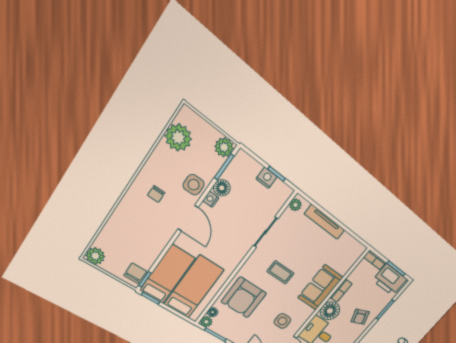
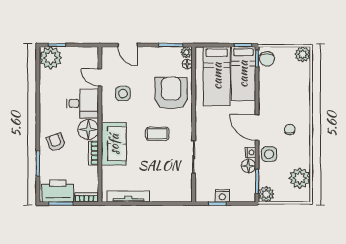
plant: (296, 205) -> (187, 193), removed
tv unit: (325, 222) -> (128, 197), moved

